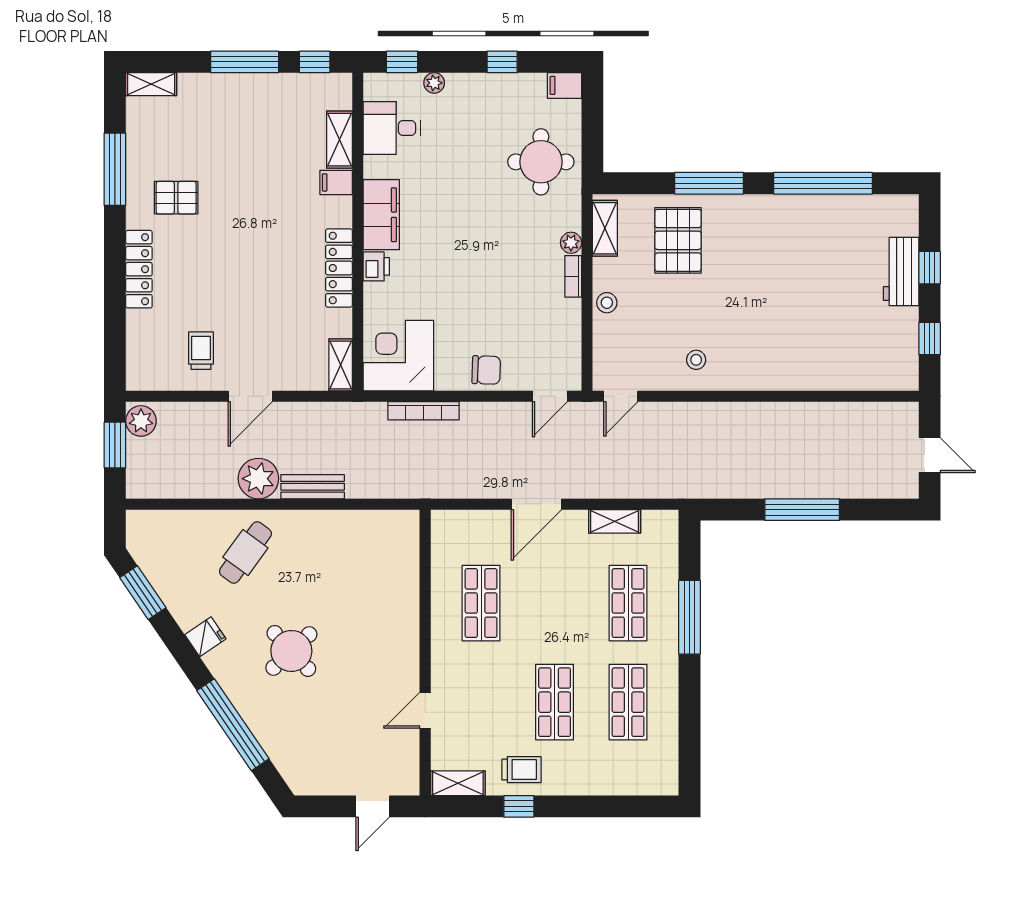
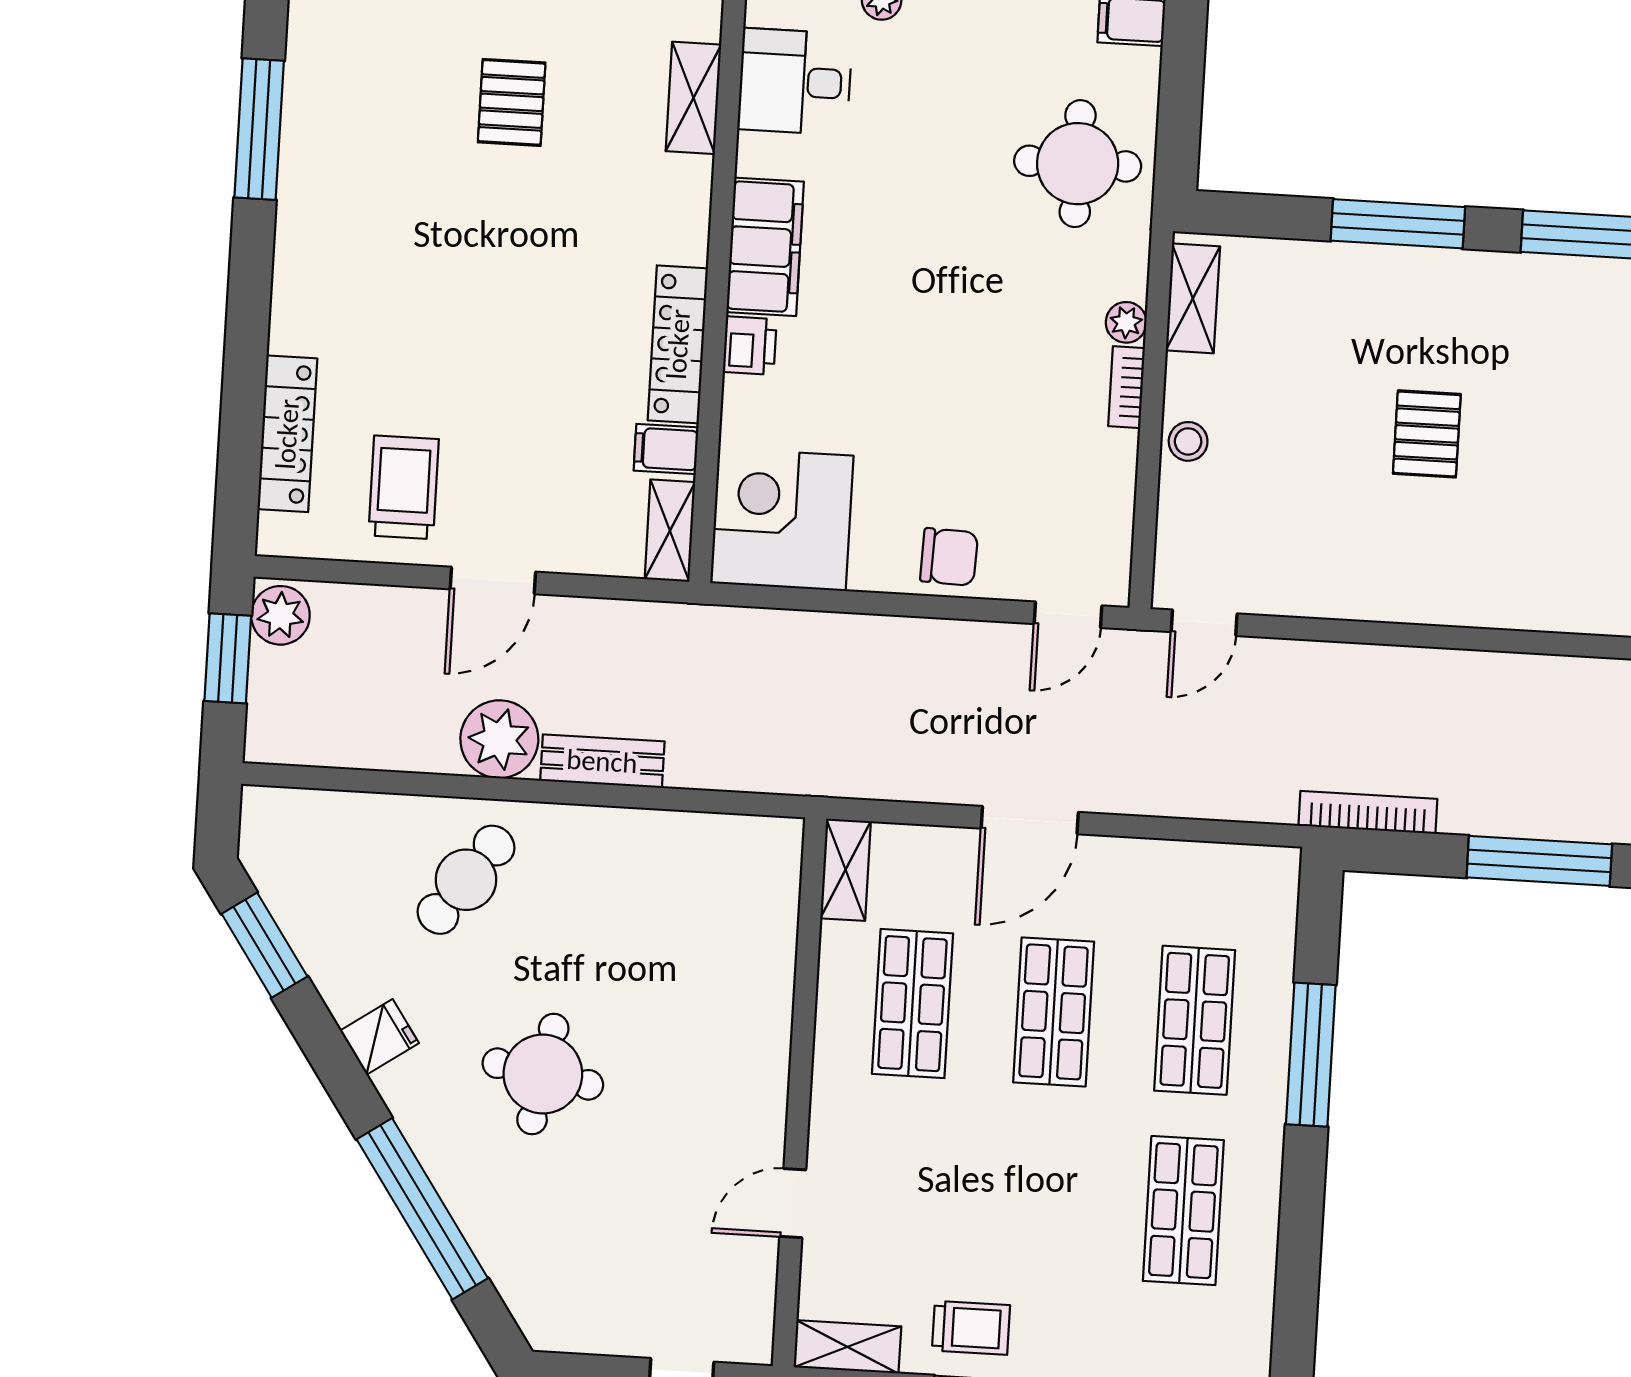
filing cabinet: (336, 182) -> (666, 449), moved
pallet: (176, 198) -> (512, 102), moved, turned 90
pallet: (678, 240) -> (1427, 434), moved, width x0.67, depth x0.71
locker: (139, 269) -> (287, 434), moved
trolley: (201, 351) -> (404, 487), width x1.36, depth x1.39
stool: (696, 360) -> (1353, 561), removed
bookcase: (423, 411) -> (1368, 812), moved, turned 180
shelving: (615, 521) -> (846, 870), moved, turned 90
round table: (291, 651) -> (543, 1074), turned -37
shop shelf: (555, 702) -> (1054, 1012), moved

